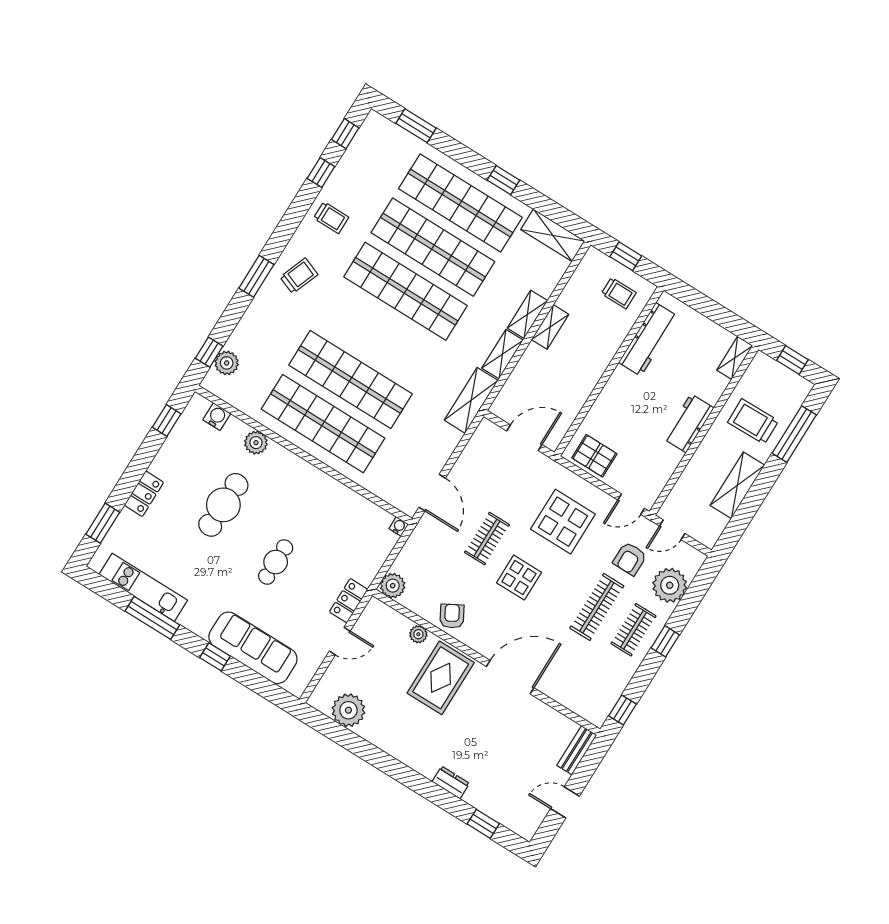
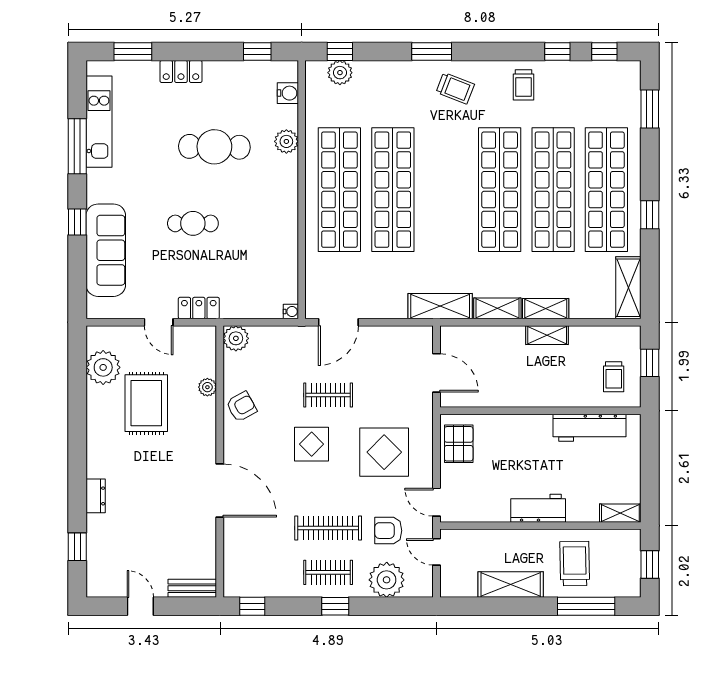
rug: (441, 678) -> (146, 403), moved, turned 90

